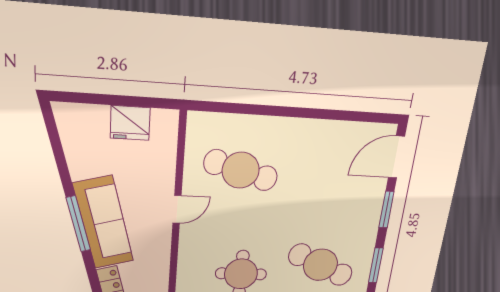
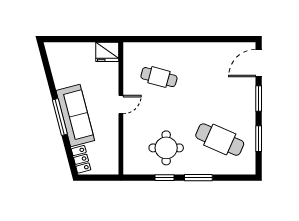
fridge: (130, 123) -> (107, 52), moved
cafe table: (241, 170) -> (159, 77), width x0.73, depth x0.74

